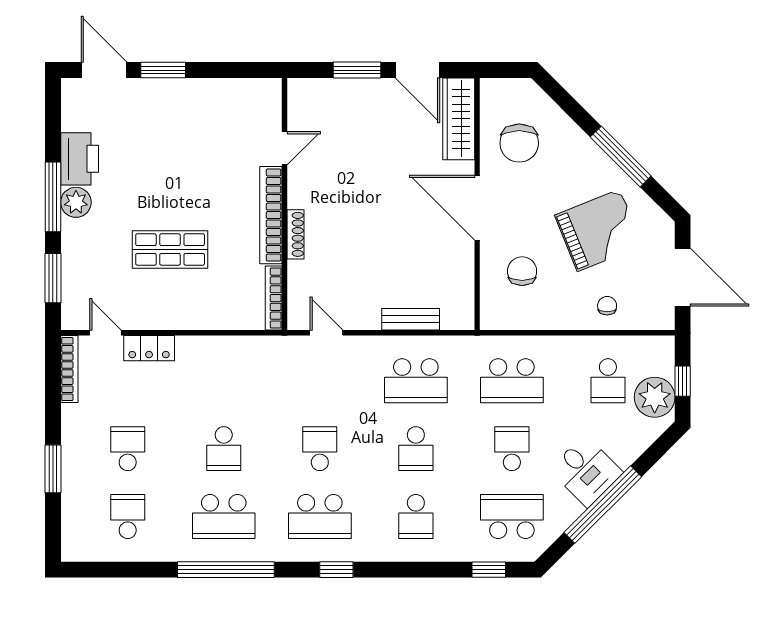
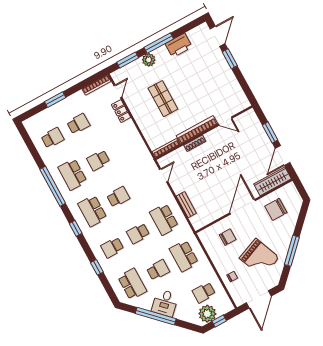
plant: (76, 202) -> (149, 60), moved
window: (489, 570) -> (97, 267), moved

